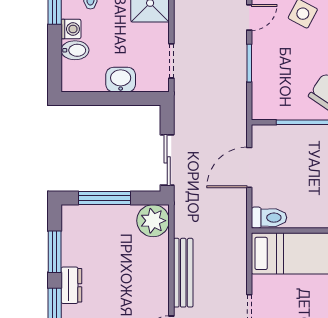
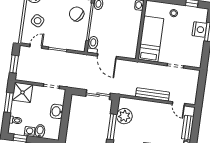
door: (249, 17) -> (36, 46), hinge flipped
toilet: (269, 218) -> (93, 45), moved
plant: (153, 221) -> (124, 116), moved

